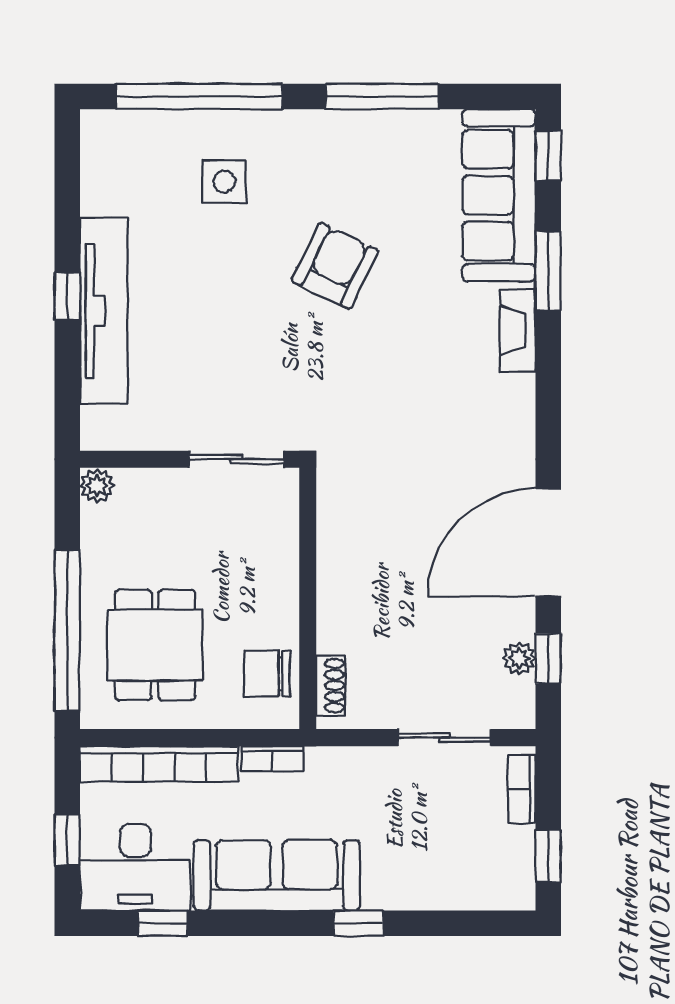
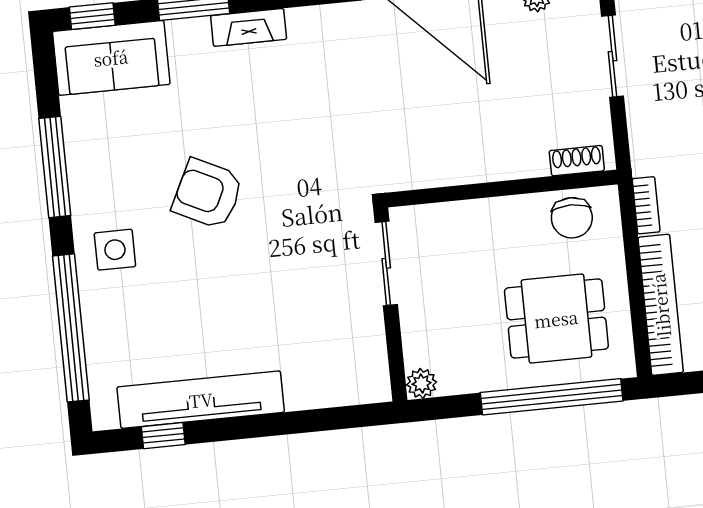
side table: (224, 182) -> (115, 250), moved
sofa: (499, 195) -> (111, 58), width x0.73
window: (67, 296) -> (163, 436), moved
tv unit: (104, 311) -> (201, 400), moved

